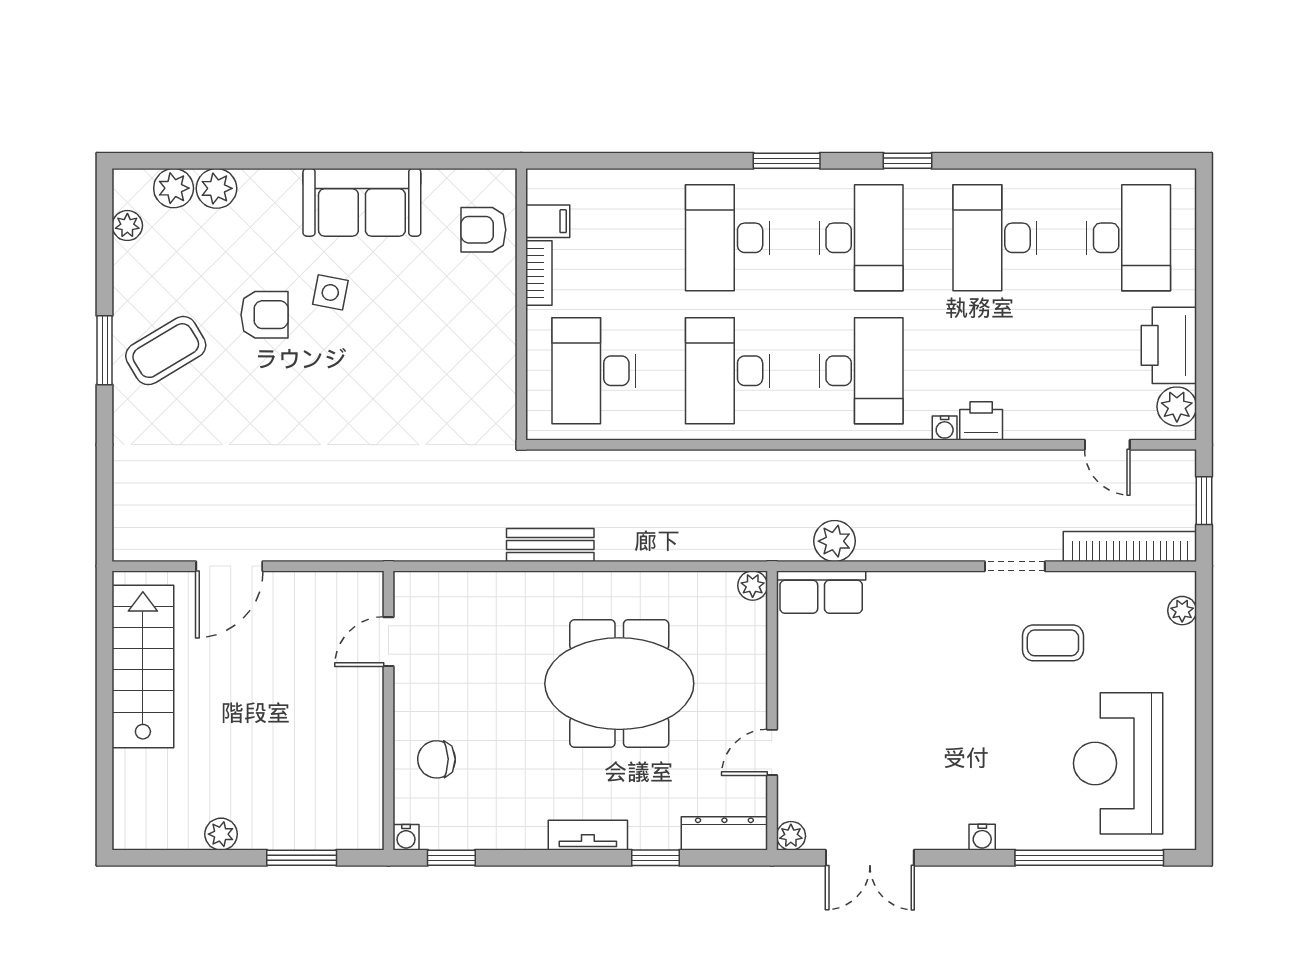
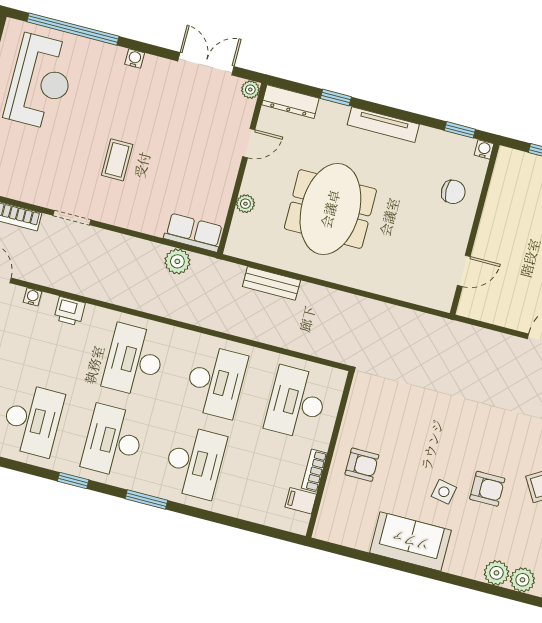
armchair: (483, 230) -> (362, 465), moved
armchair: (265, 315) -> (487, 489), turned 180
desk: (594, 371) -> (296, 403), turned 180
water cooler: (945, 428) -> (32, 297), moved
bench: (550, 545) -> (271, 283), moved
plant: (753, 586) -> (245, 204), moved
coffee table: (1053, 643) -> (117, 160), moved, turned 90
meeting table: (619, 684) -> (330, 209), turned 90
tv unit: (588, 835) -> (383, 125), width x1.41

